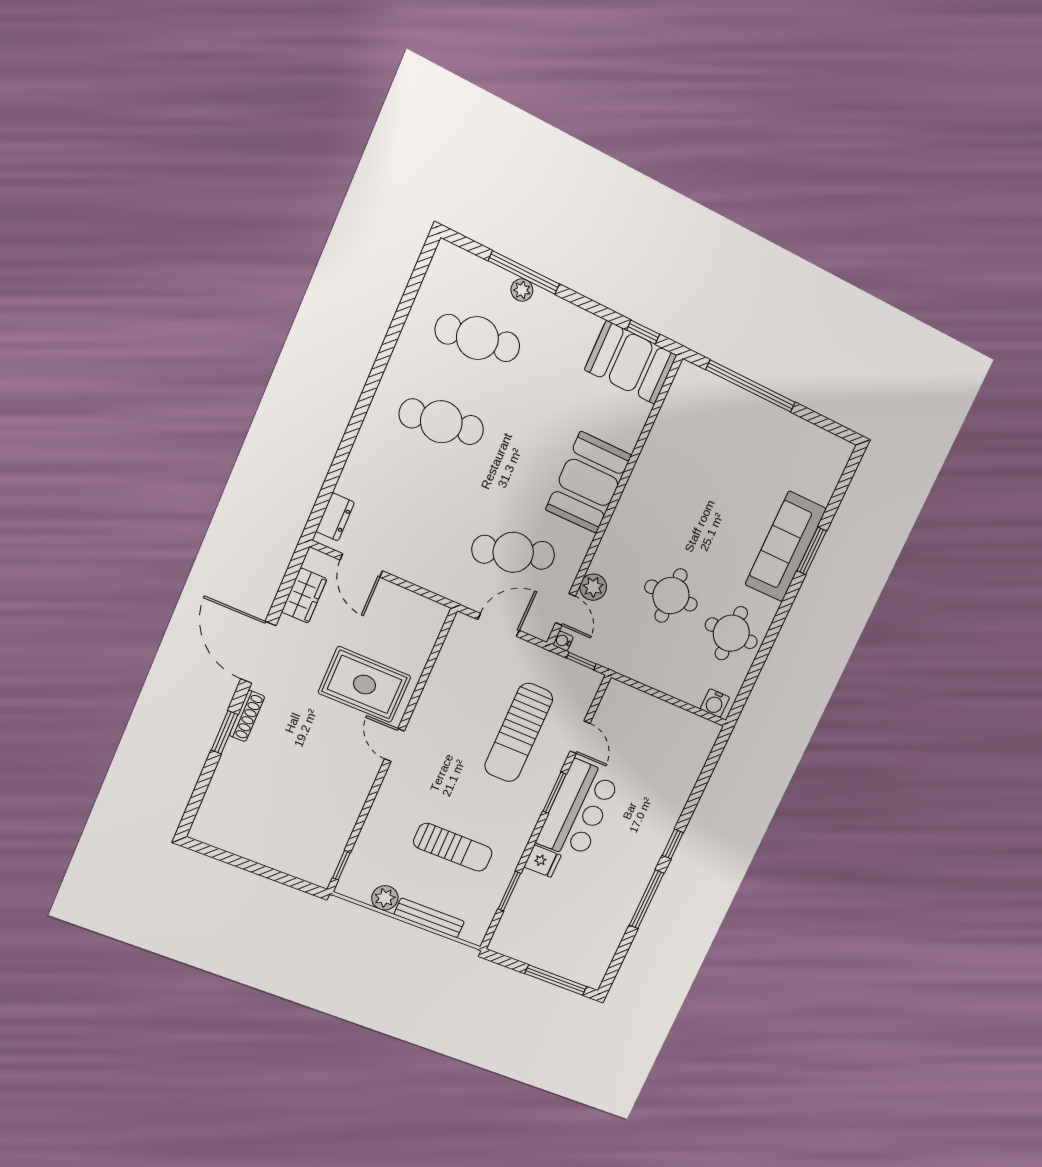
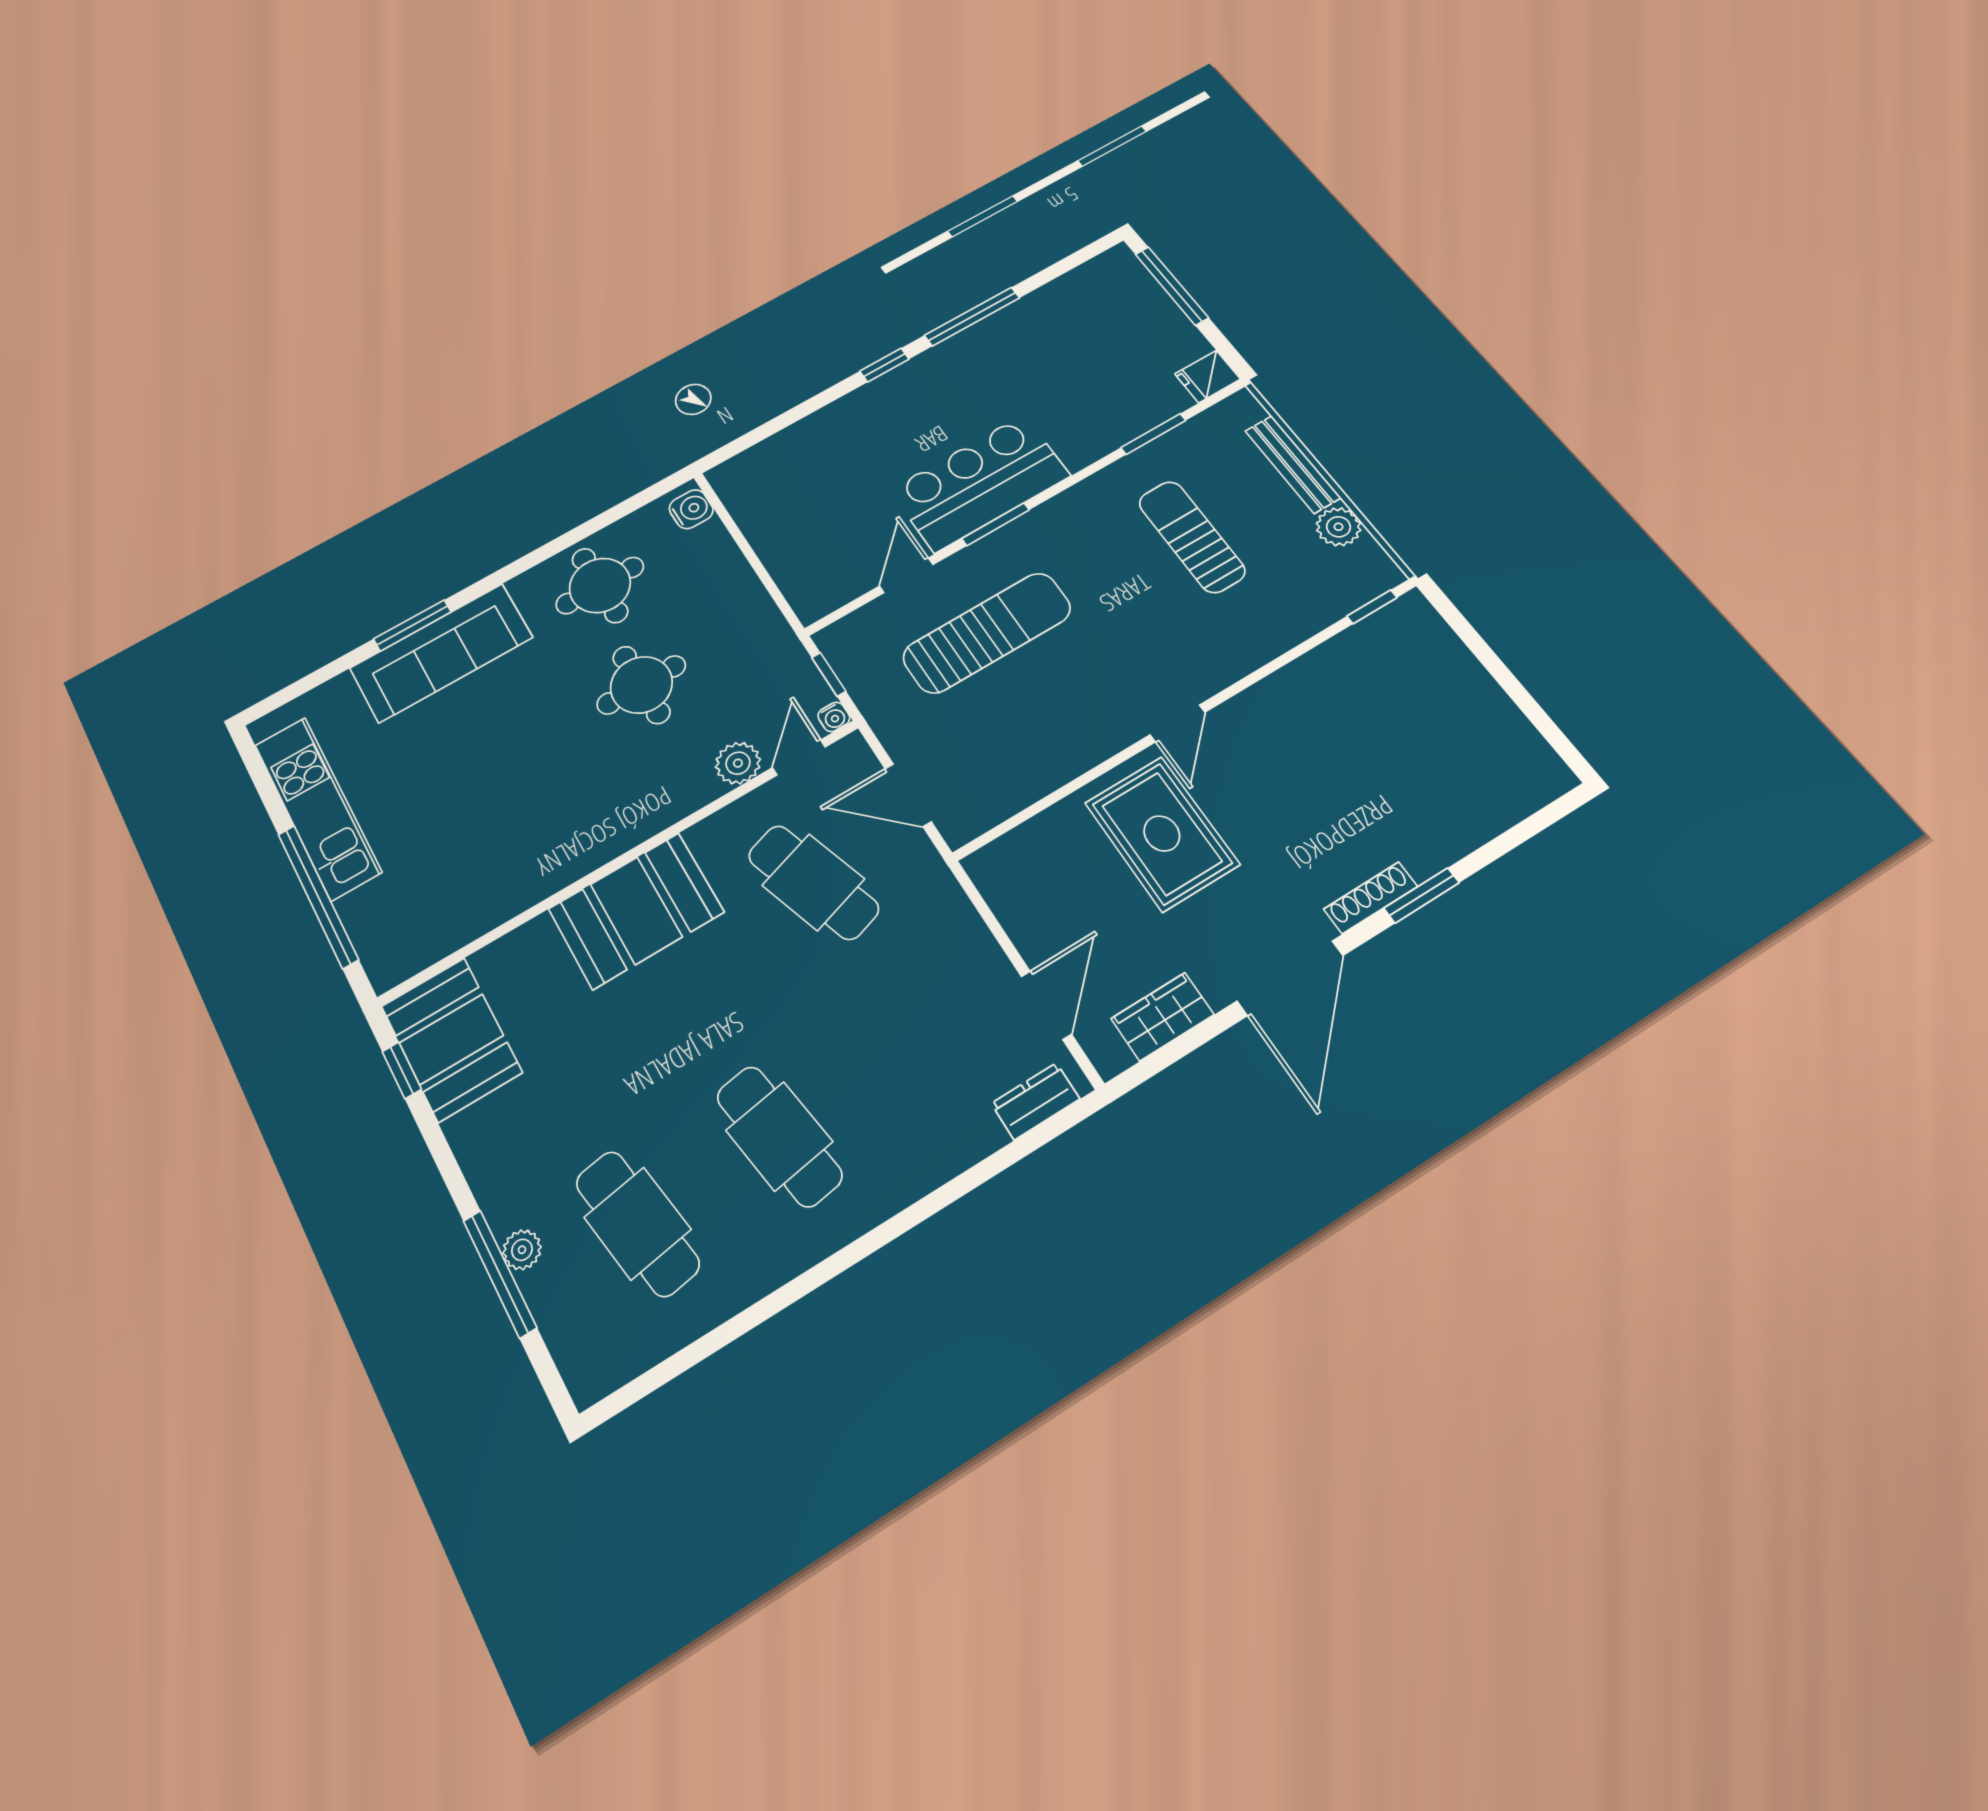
kitchen unit: (786, 429) -> (318, 808), added
fridge: (542, 861) -> (1208, 376), moved, turned -90

